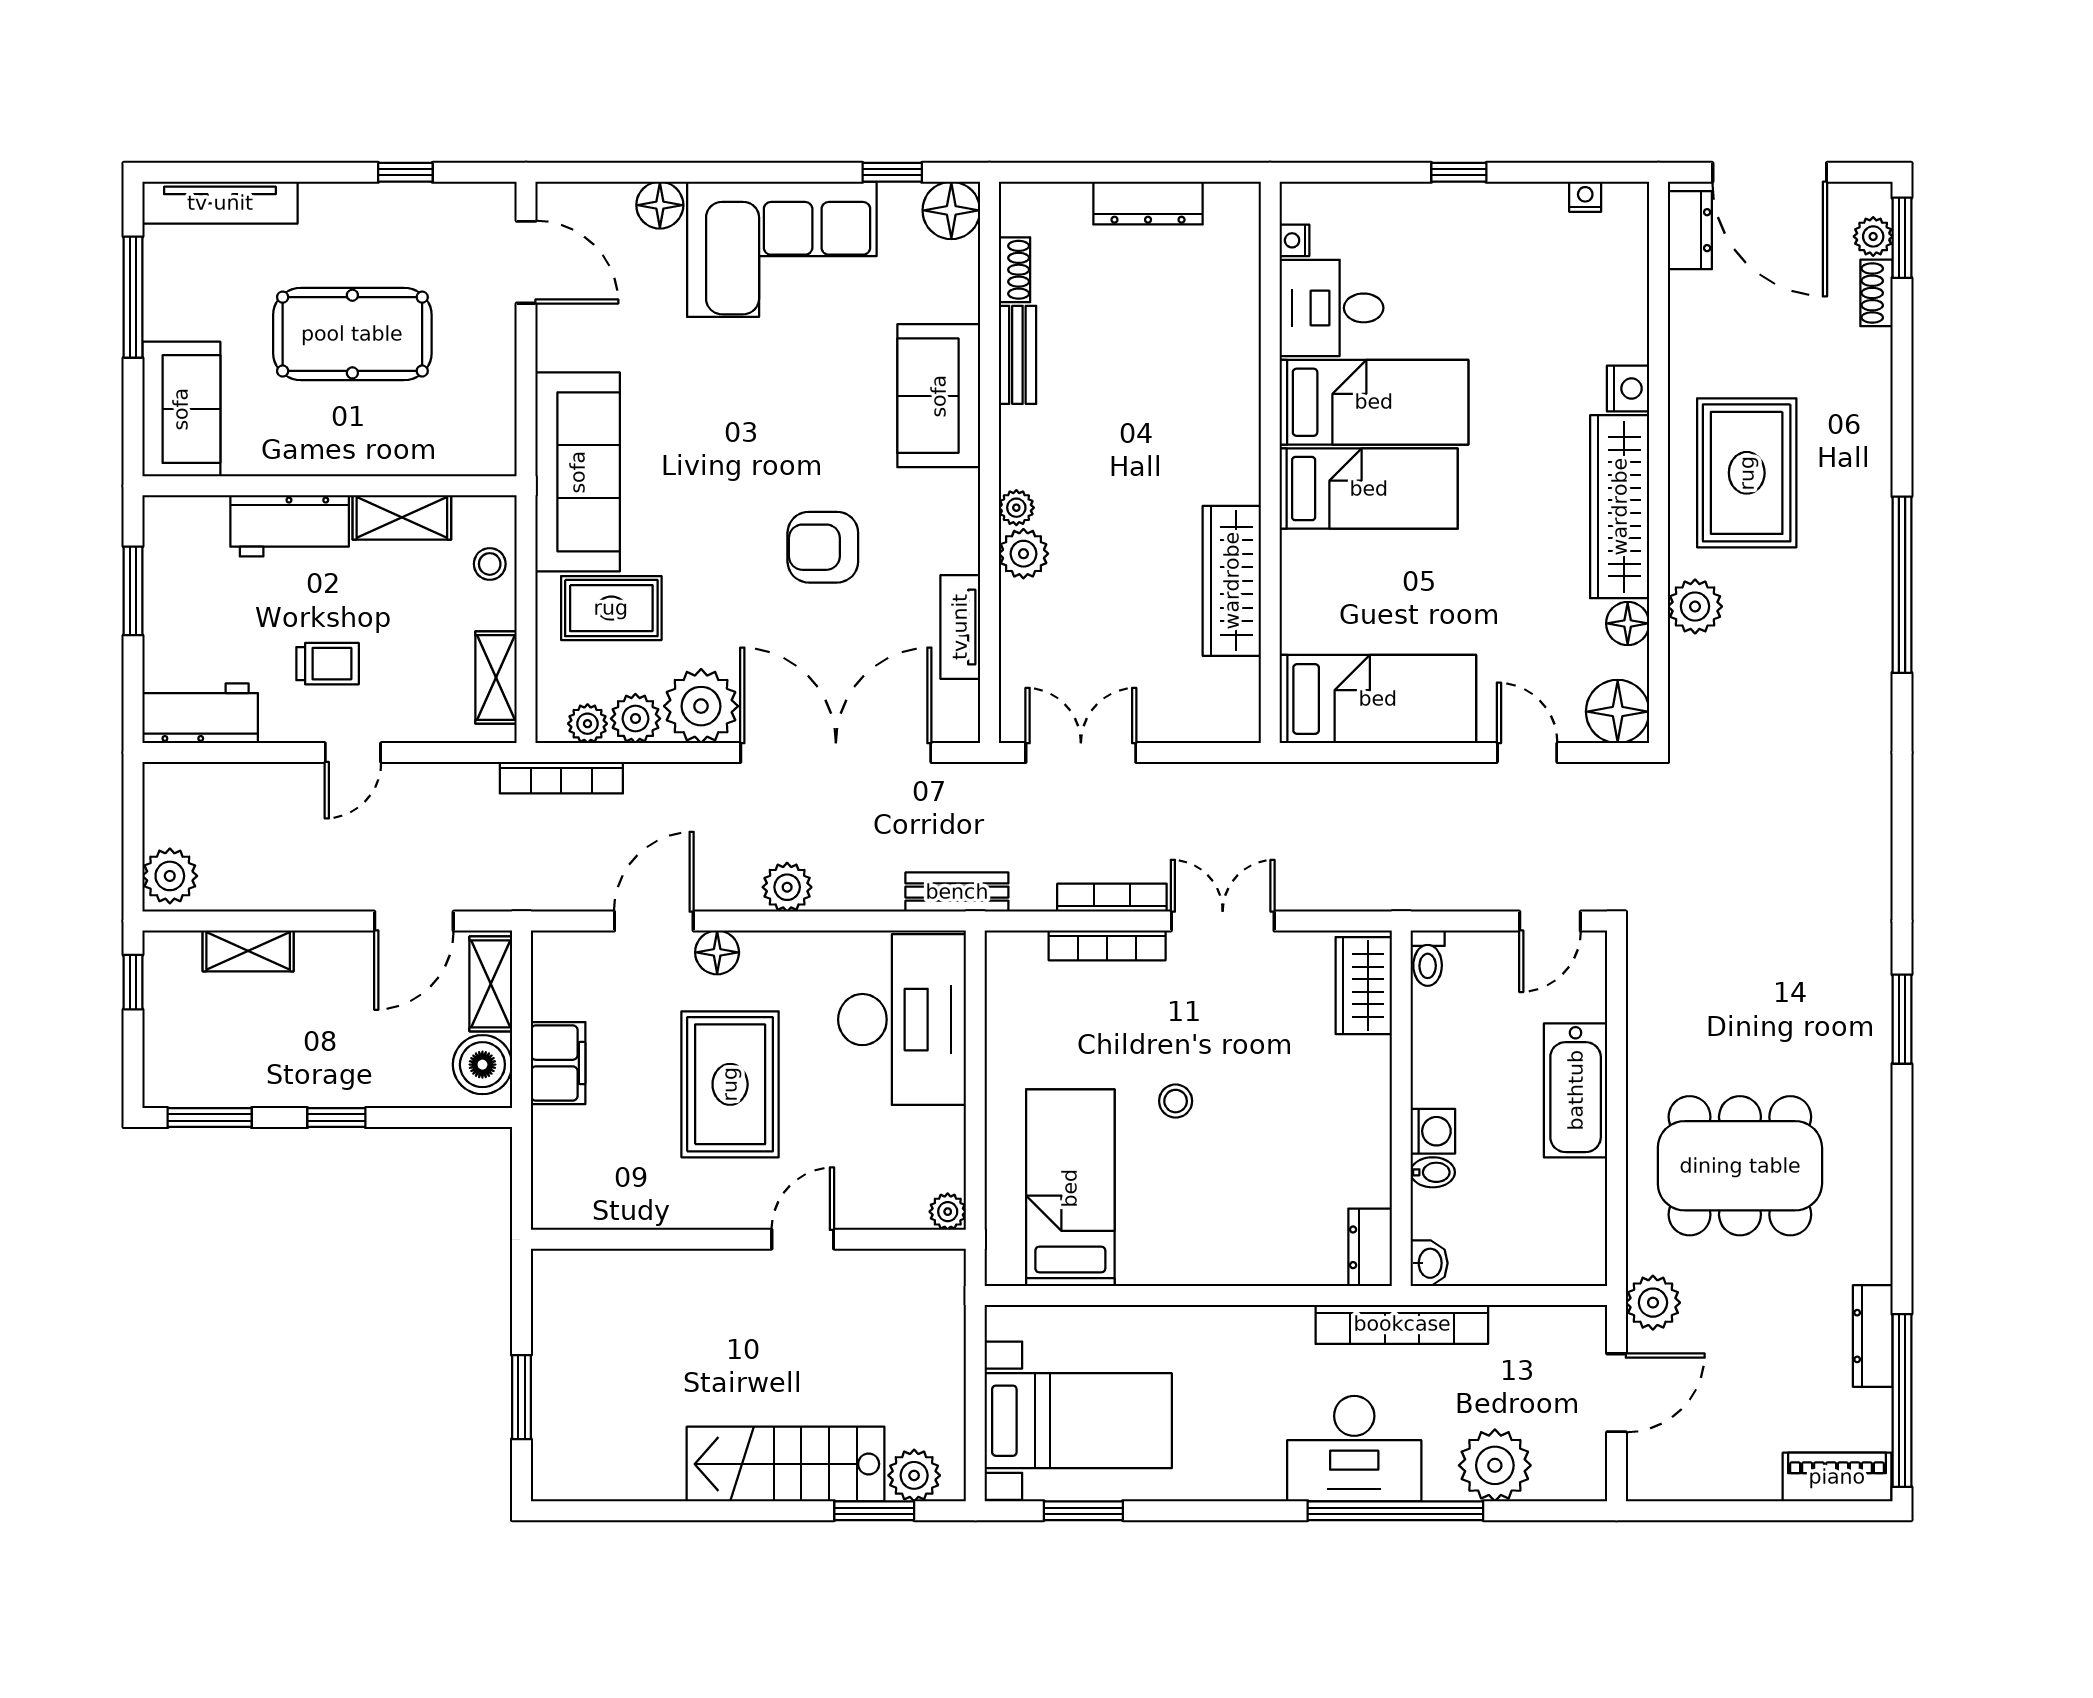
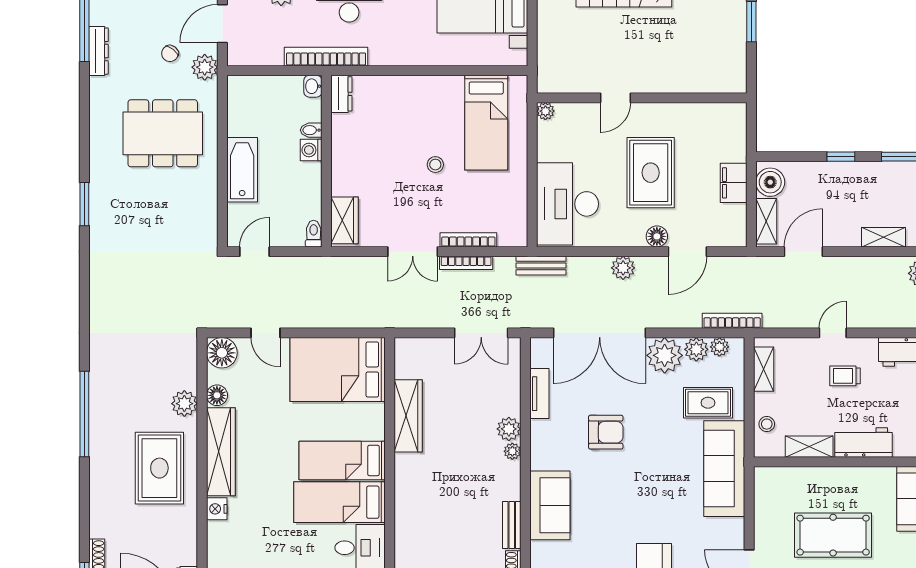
bed: (1378, 699) -> (338, 369), width x1.50
chair: (1725, 1331) -> (170, 53), added

